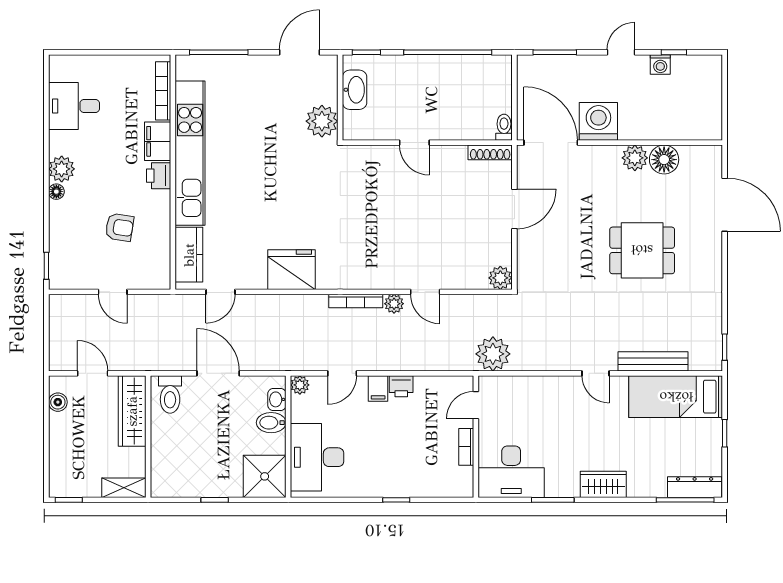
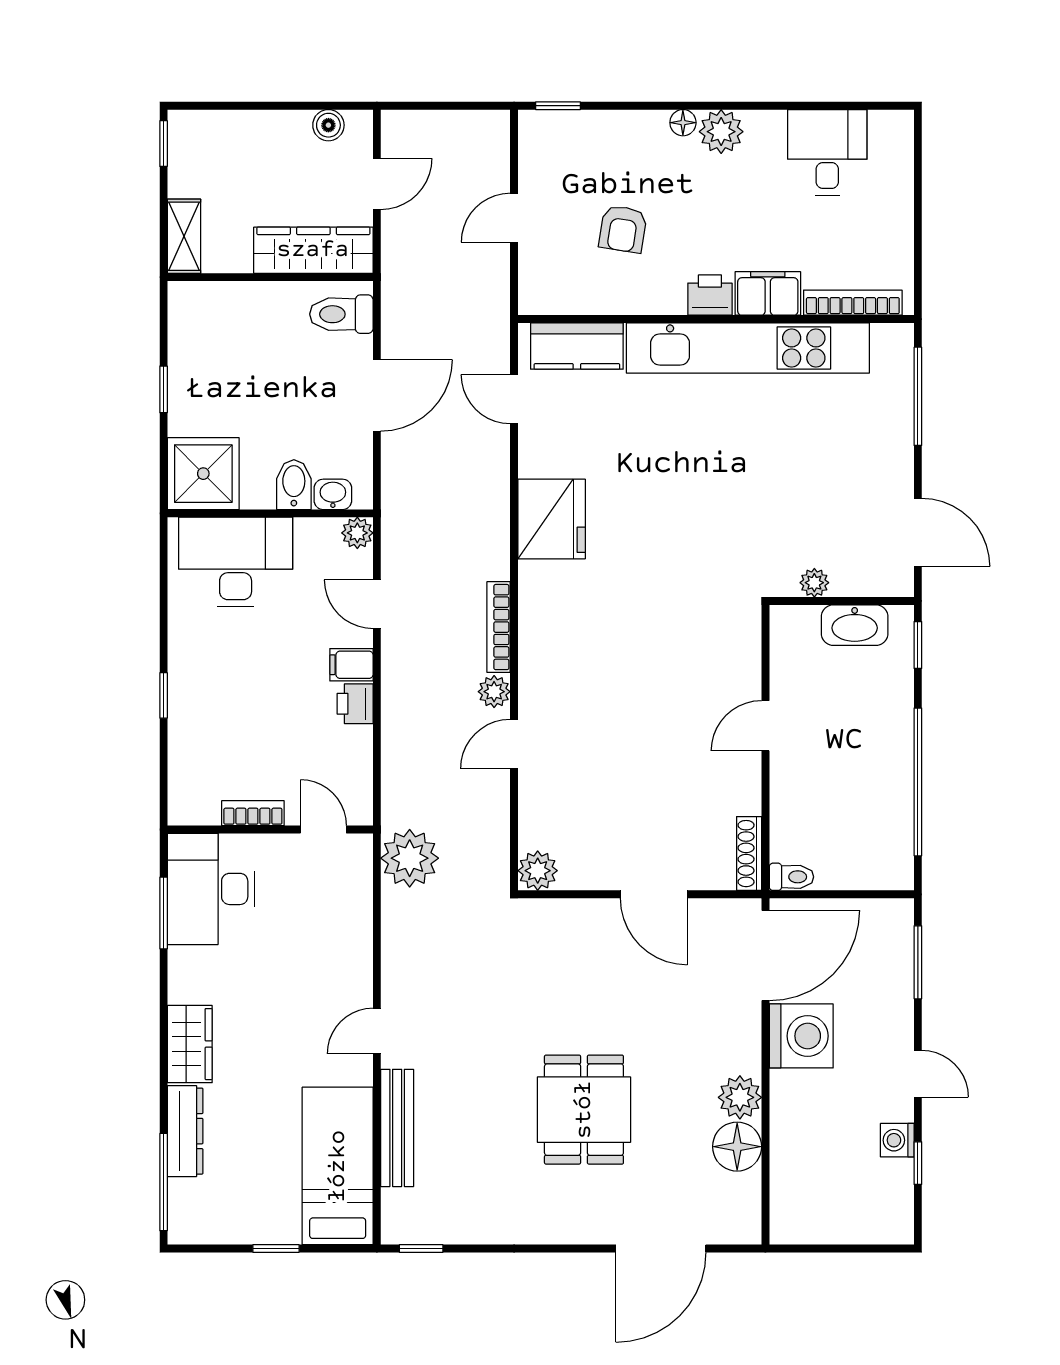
plant: (322, 121) -> (814, 583), width x0.53, depth x0.53
dresser: (695, 487) -> (185, 1131), moved
window: (553, 500) -> (164, 913), moved

